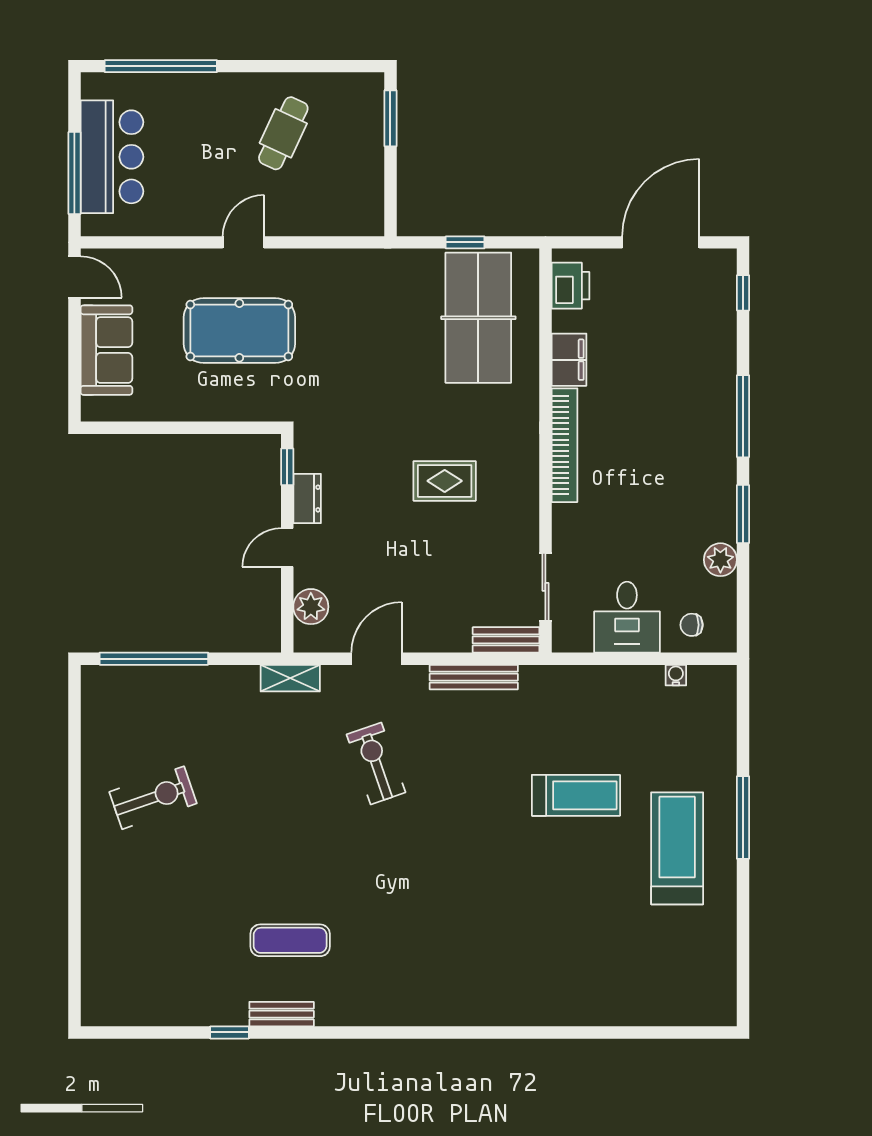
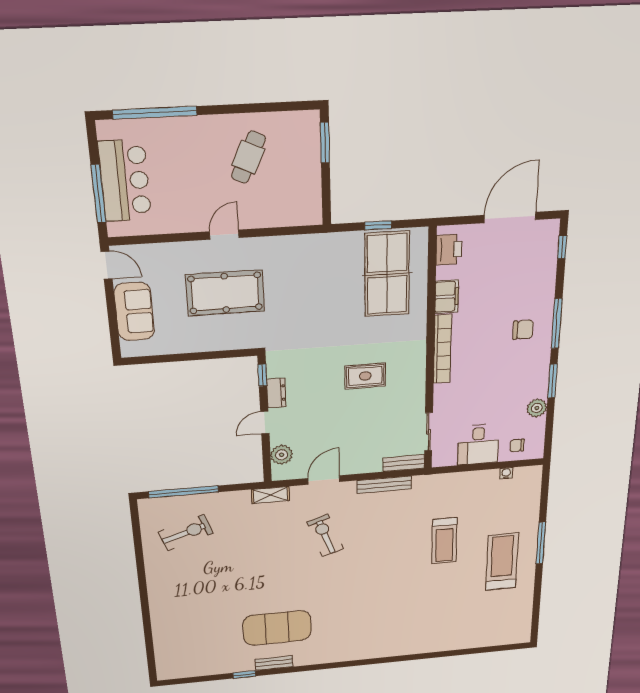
chair: (690, 422) -> (523, 330), added
treadmill: (576, 795) -> (444, 541), turned 90
exercise bike: (153, 798) -> (186, 533), moved
exercise mat: (290, 940) -> (277, 628), width x2.00, depth x1.45

